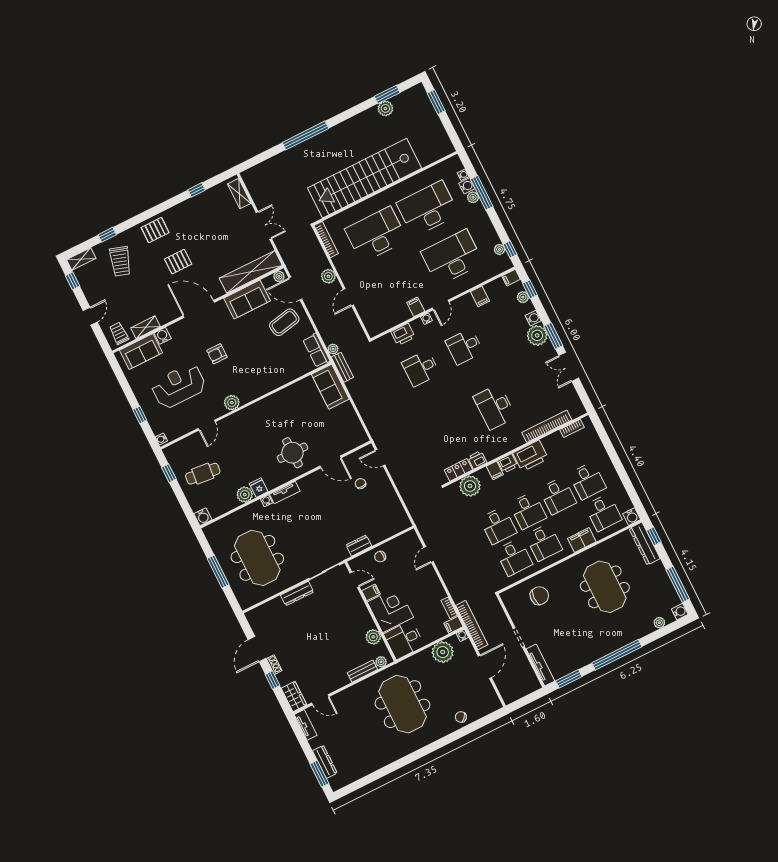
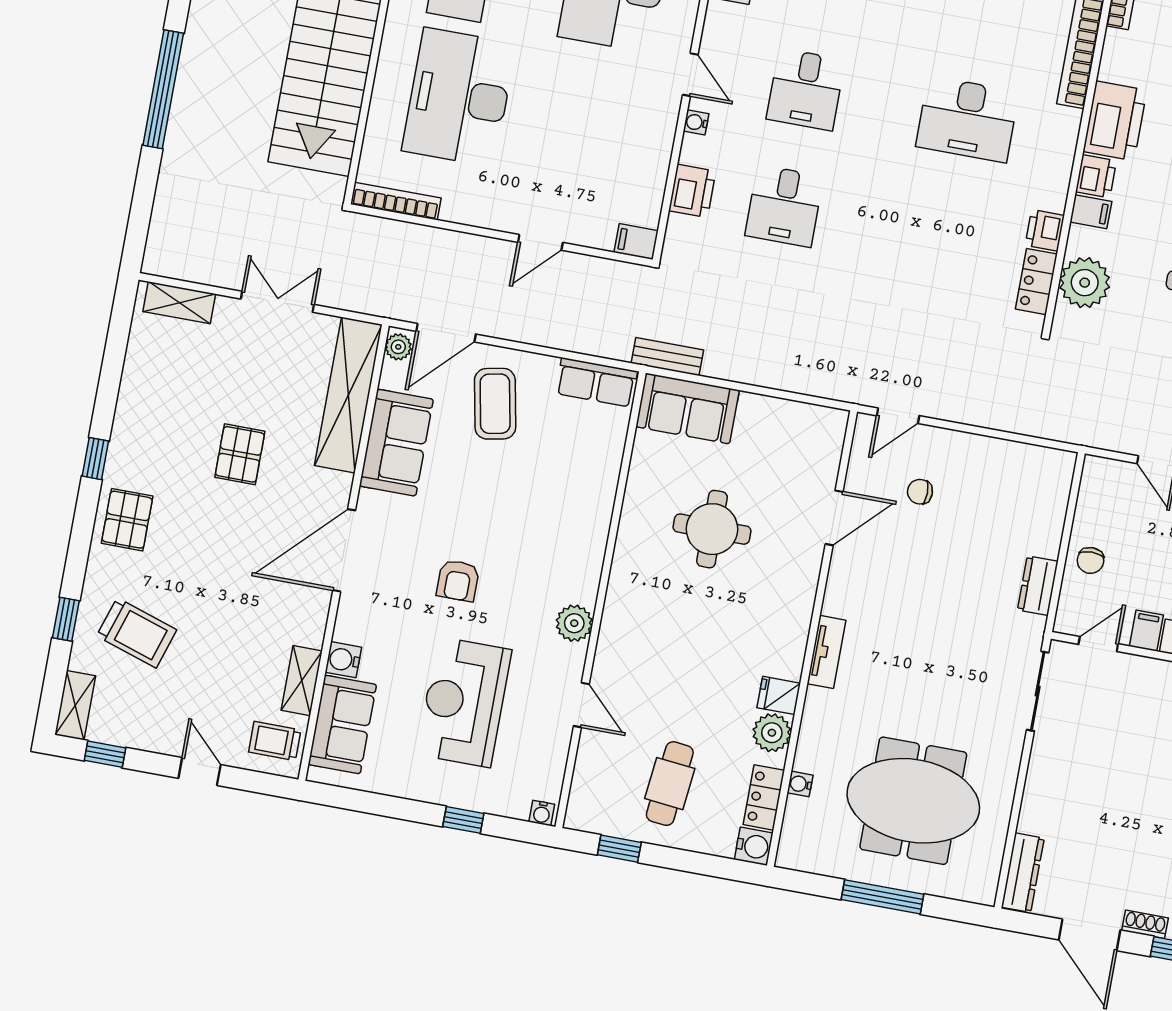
window: (196, 190) -> (95, 459), moved
pallet: (178, 262) -> (240, 454), moved
plant: (328, 276) -> (470, 251), removed
door: (348, 297) -> (540, 242), hinge flipped
filing cabinet: (416, 307) -> (636, 242), moved
plant: (333, 349) -> (618, 348), removed
round table: (292, 453) -> (712, 529), moved
water cooler: (266, 501) -> (800, 784), moved
locker: (221, 508) -> (764, 797), added
dresser: (297, 594) -> (1023, 873), moved

